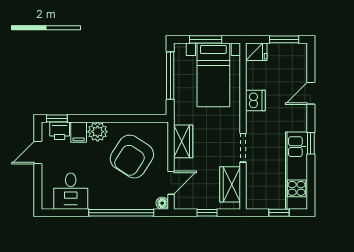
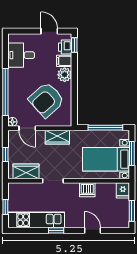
armchair: (132, 157) -> (46, 100), turned -75

